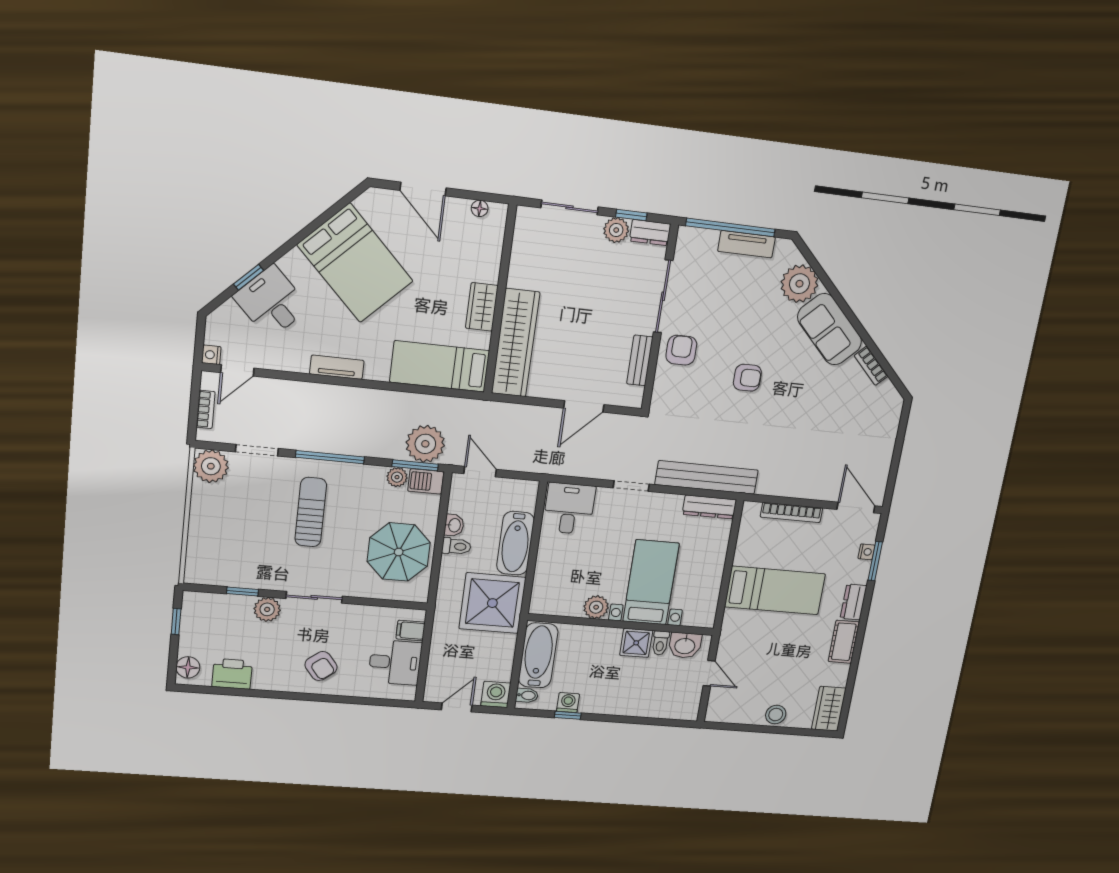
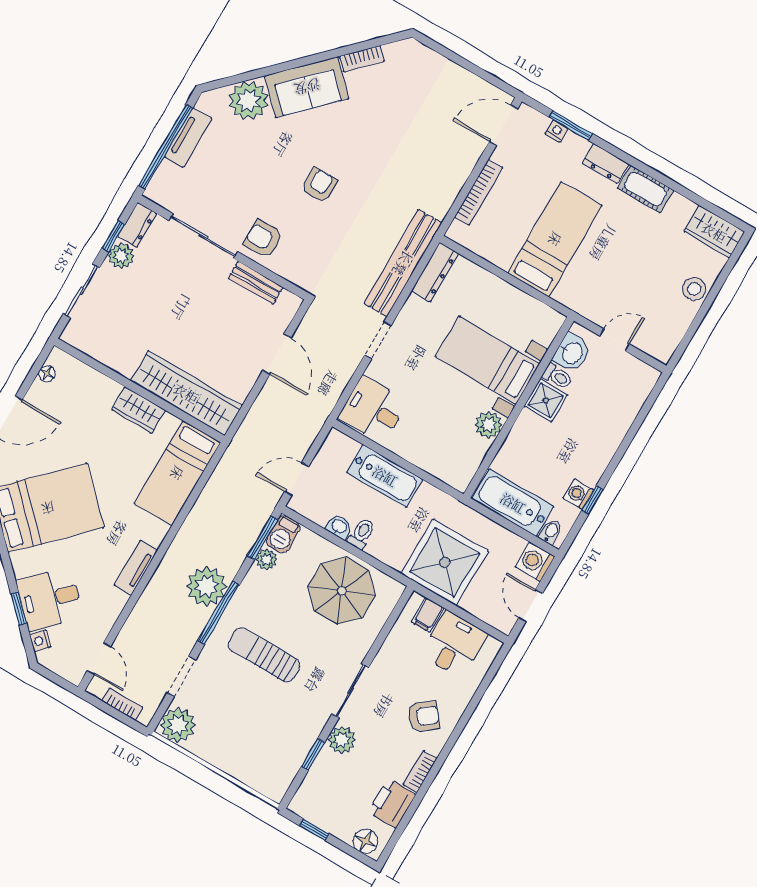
nightstand: (211, 355) -> (40, 641), moved, turned 45
plant: (425, 444) -> (206, 586), moved
shower: (492, 603) -> (445, 562), moved
bookcase: (272, 684) -> (420, 772), added

